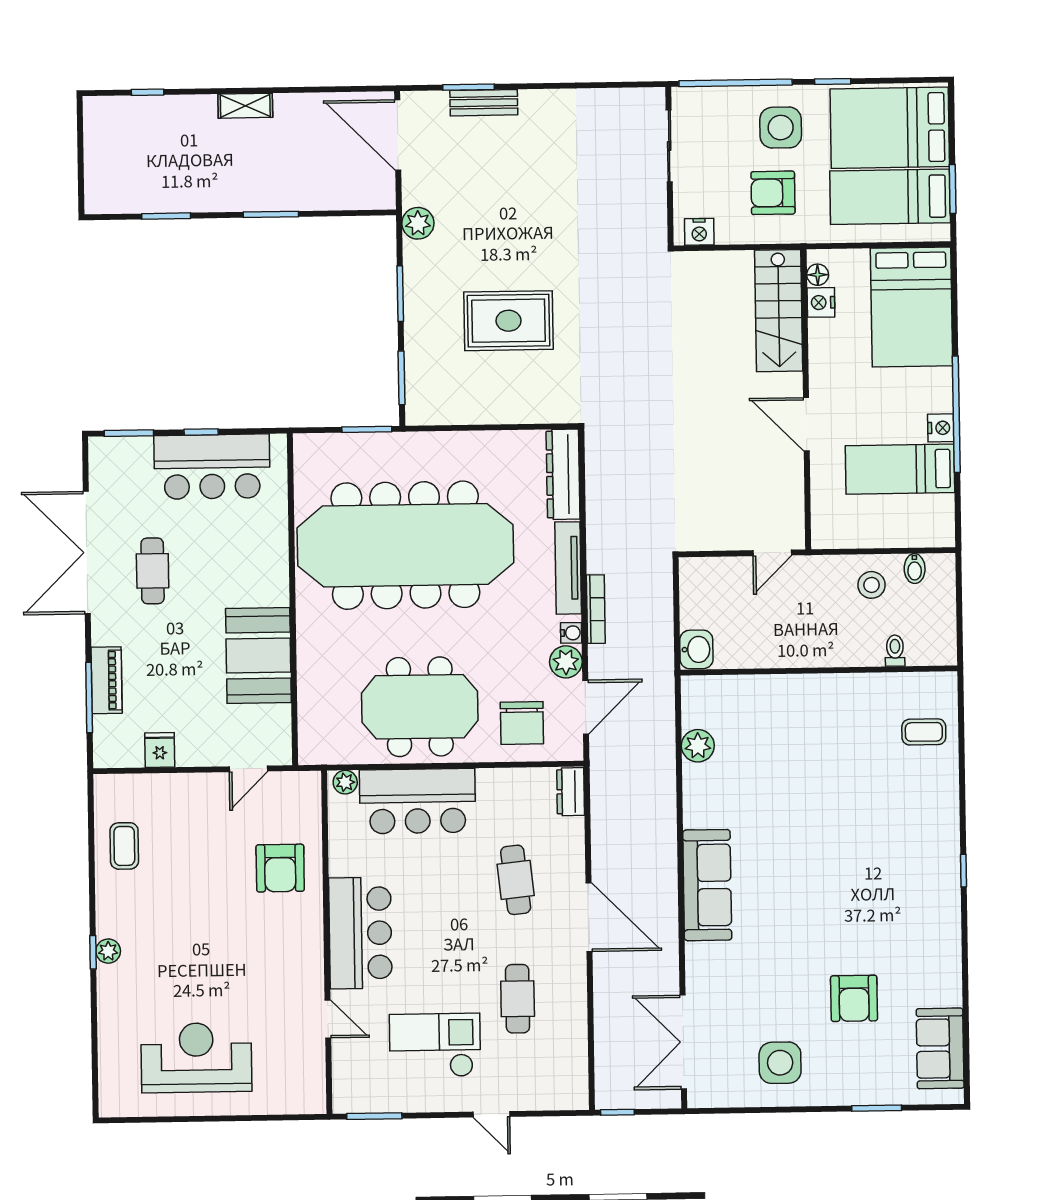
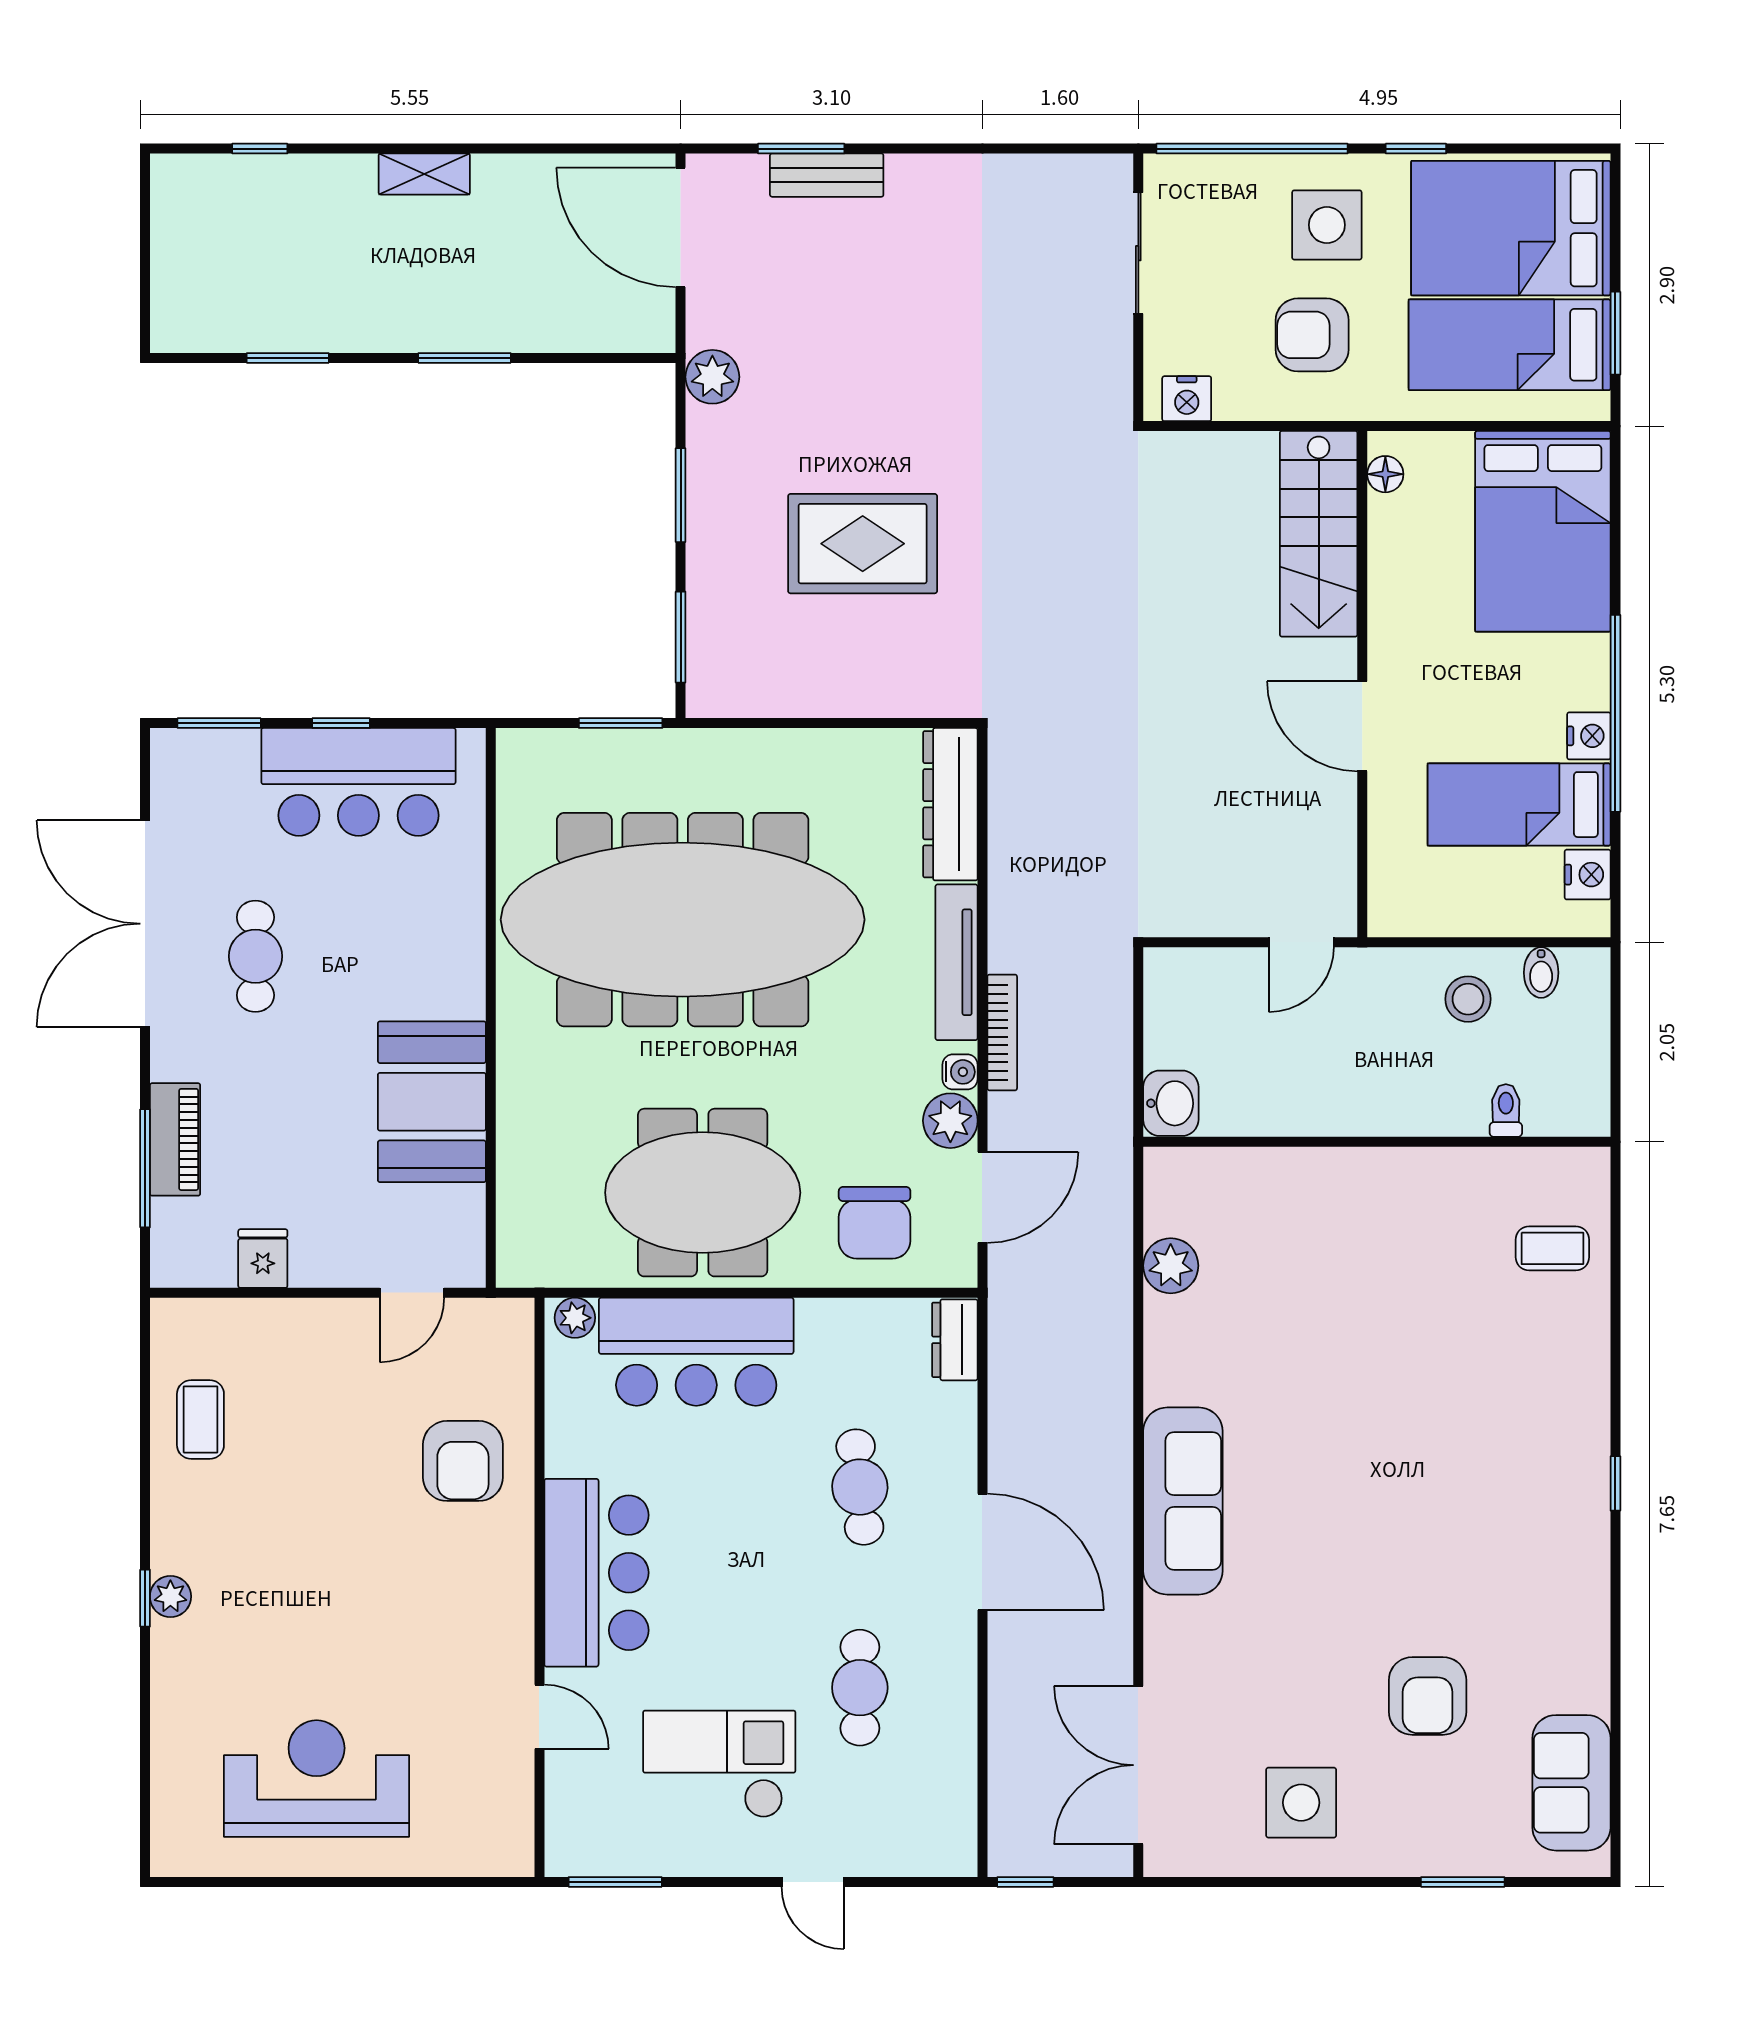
nightstand: (821, 302) -> (1588, 875), moved, turned 180

